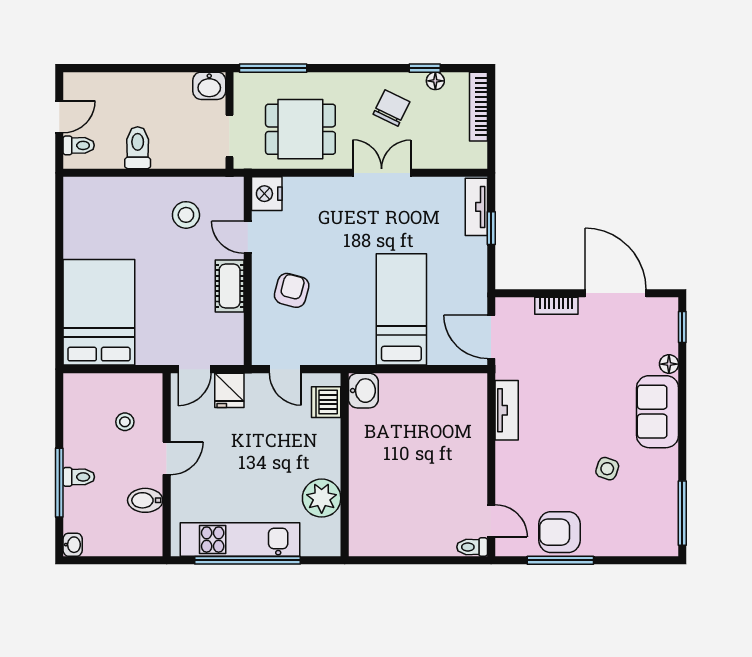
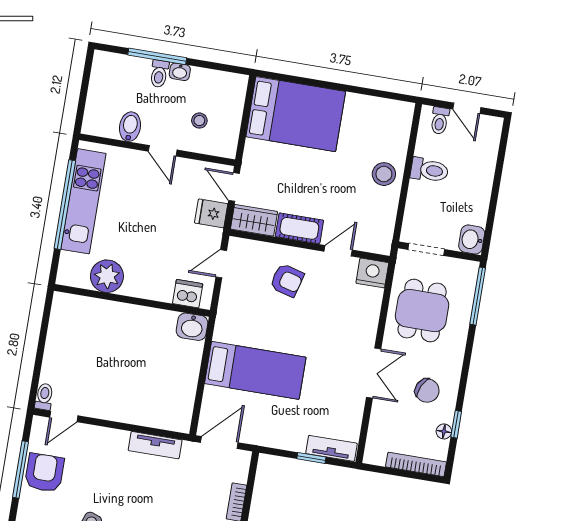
stool: (186, 215) -> (384, 174), moved
wardrobe: (229, 340) -> (254, 220), added
washbasin: (73, 545) -> (180, 72), moved

